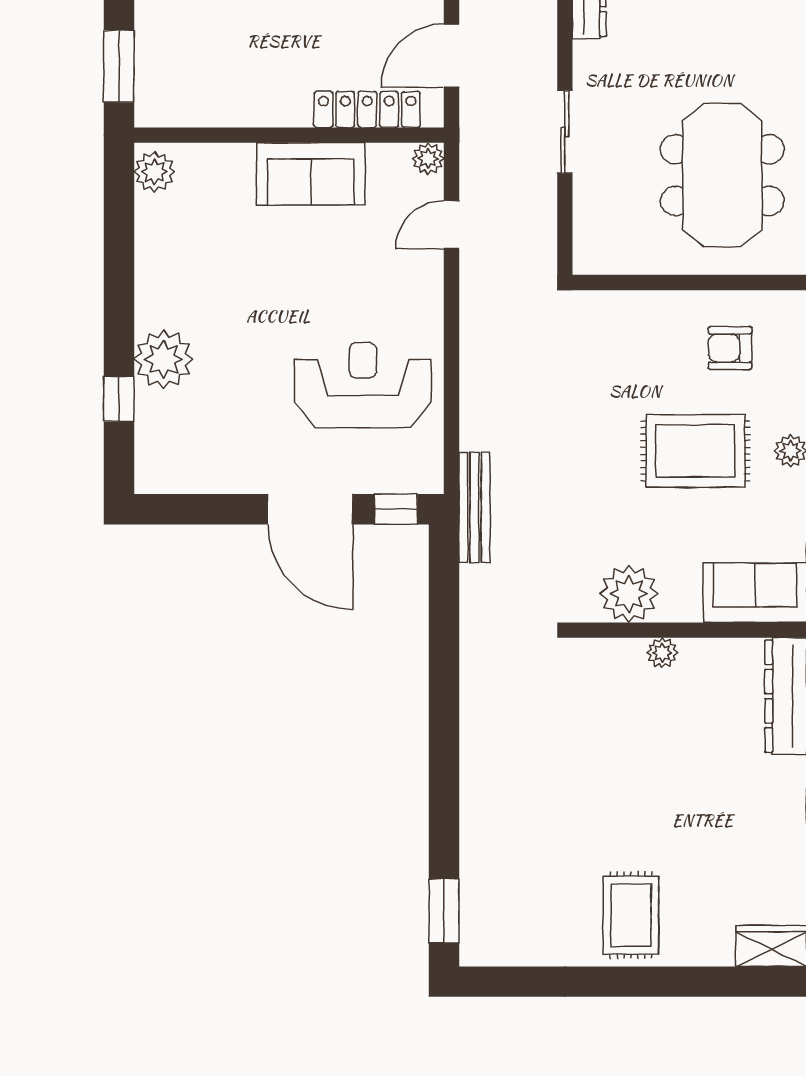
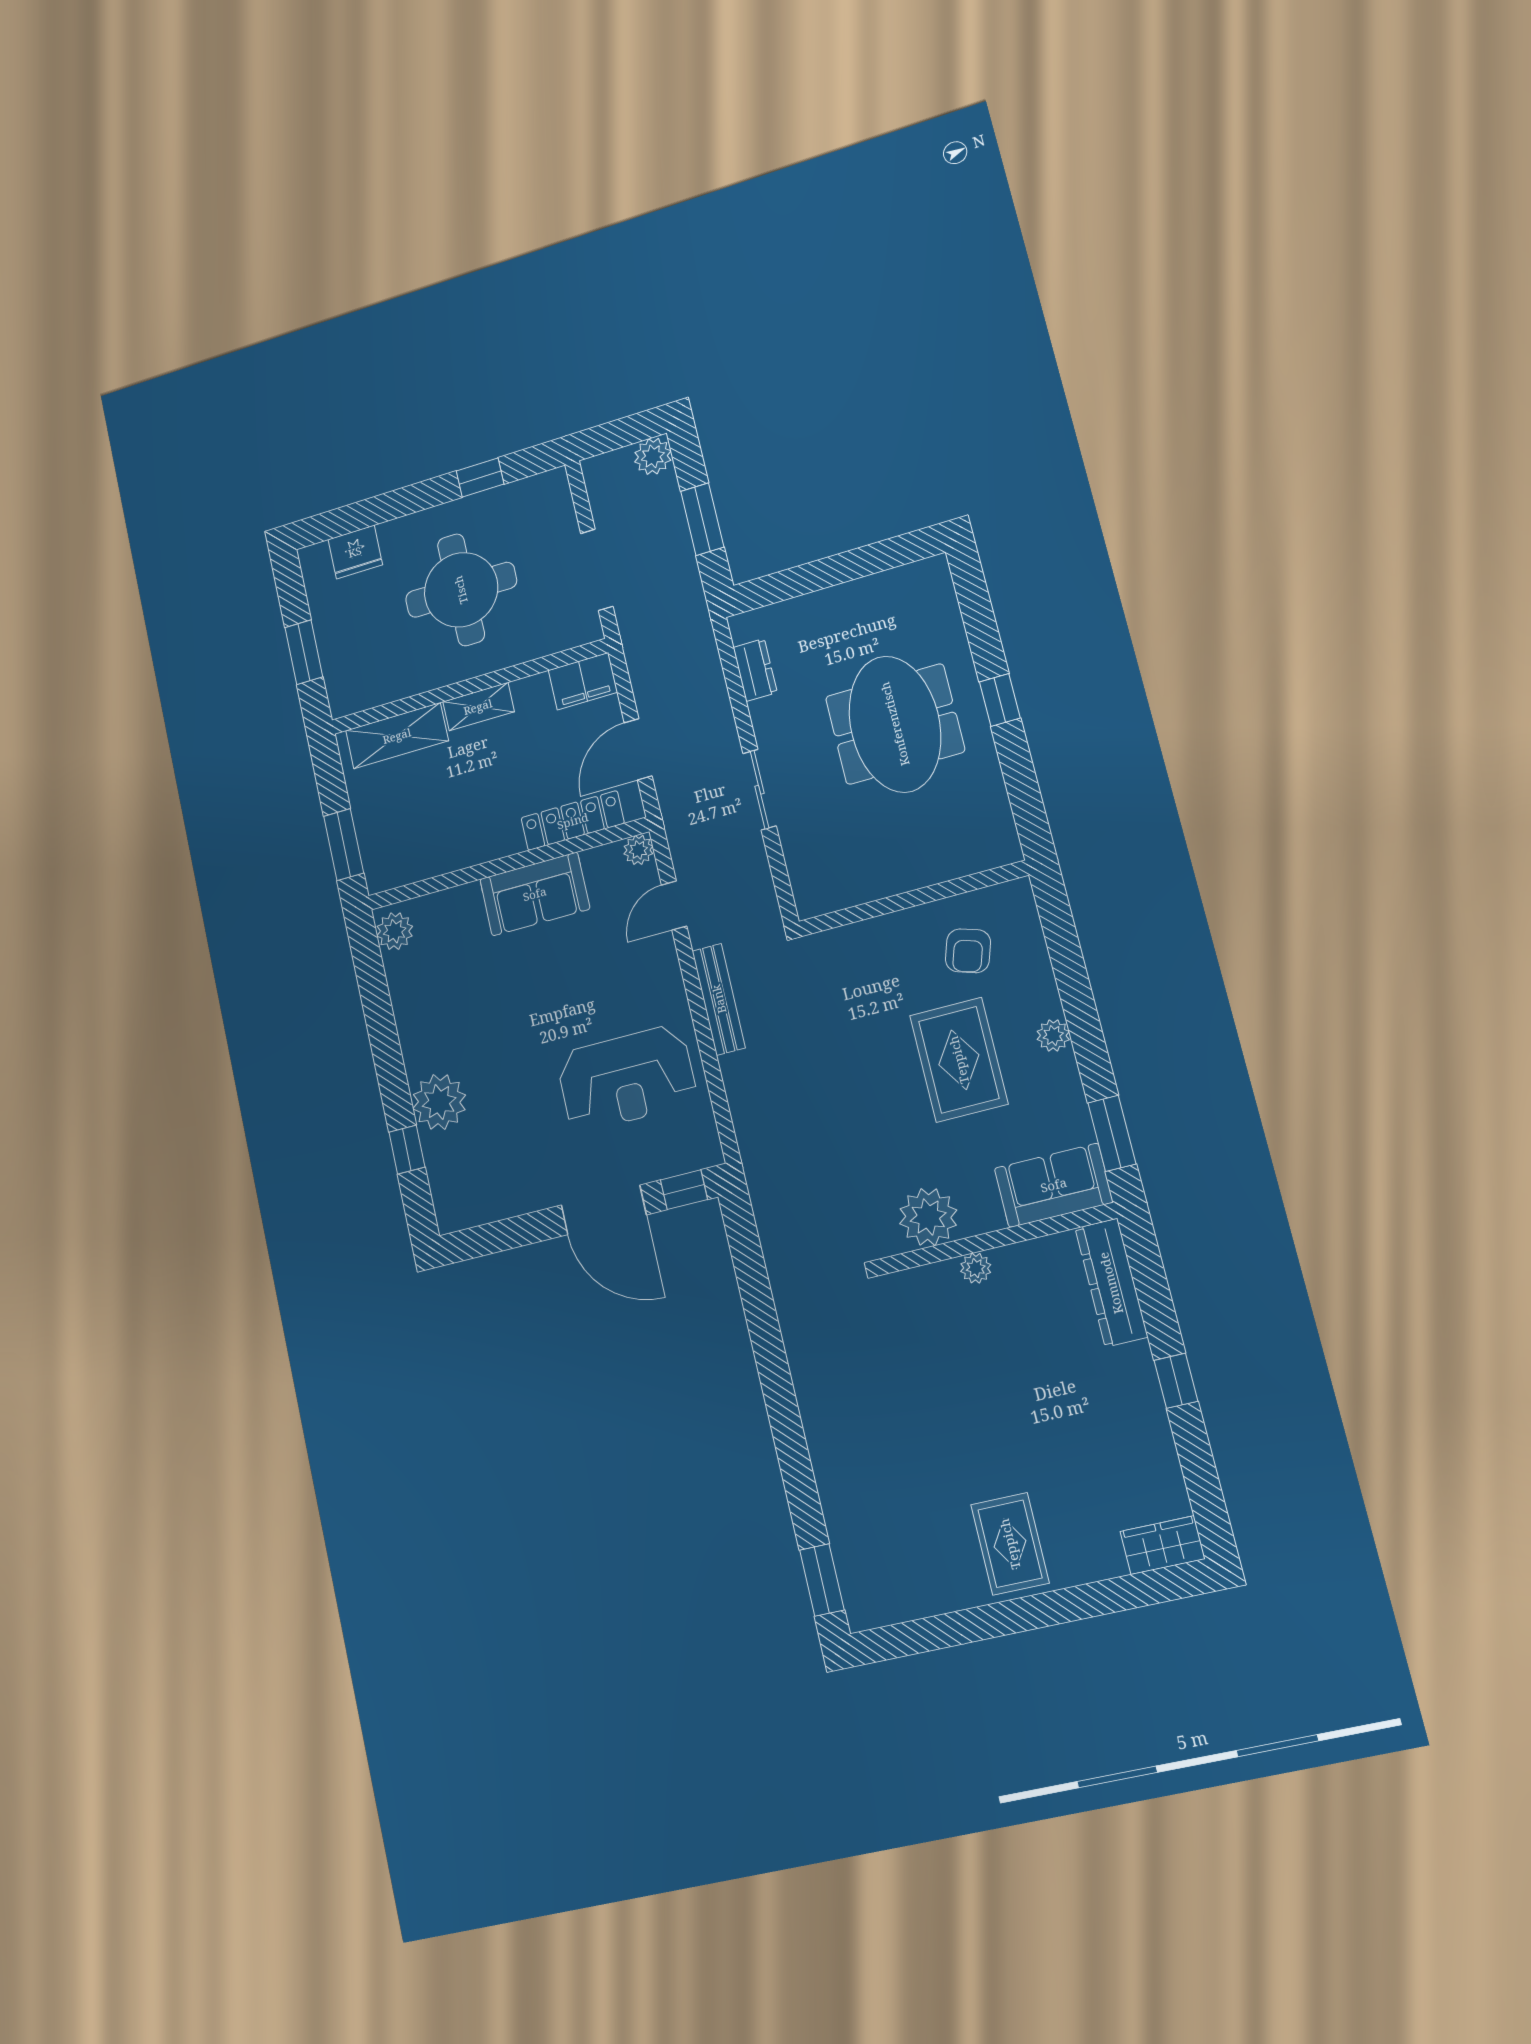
meeting table: (722, 175) -> (895, 724), moved
armchair: (730, 348) -> (968, 951), turned -72
reception desk: (363, 385) -> (626, 1079), turned 180
rug: (695, 451) -> (959, 1060), turned 90
bench: (474, 507) -> (719, 999), moved

